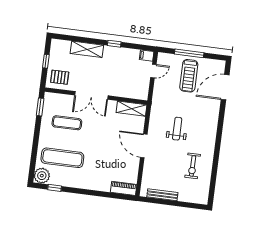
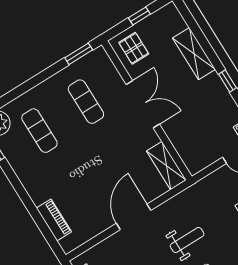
double door: (91, 95) -> (143, 104), swing flipped
exercise mat: (62, 158) -> (39, 131), width x0.73, depth x0.69
piano: (124, 188) -> (54, 220), moved

